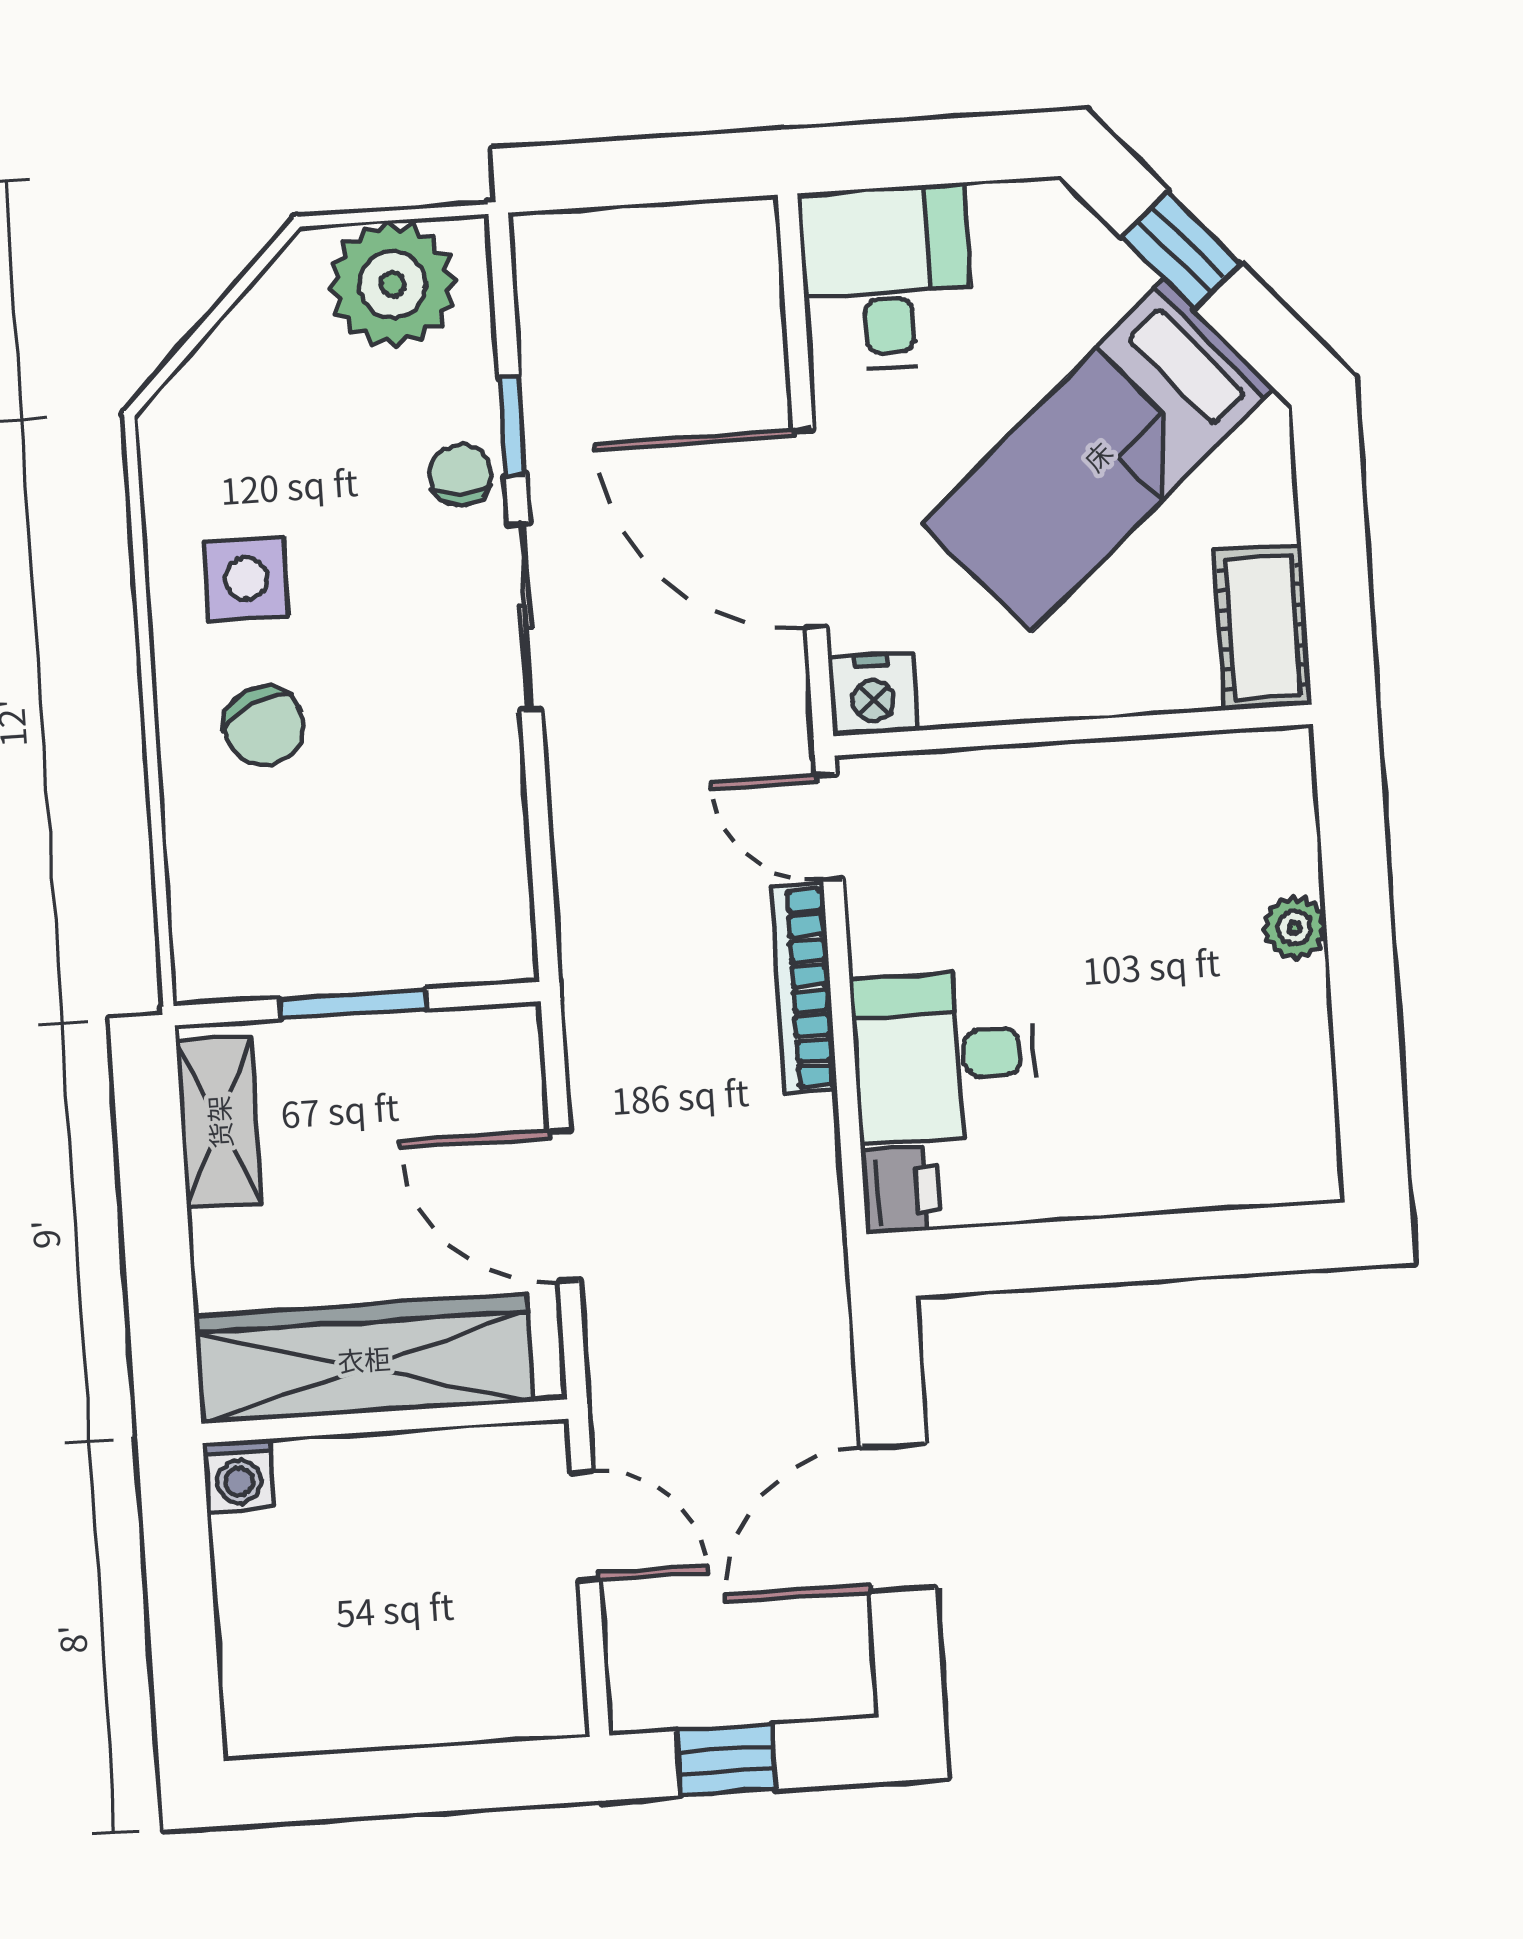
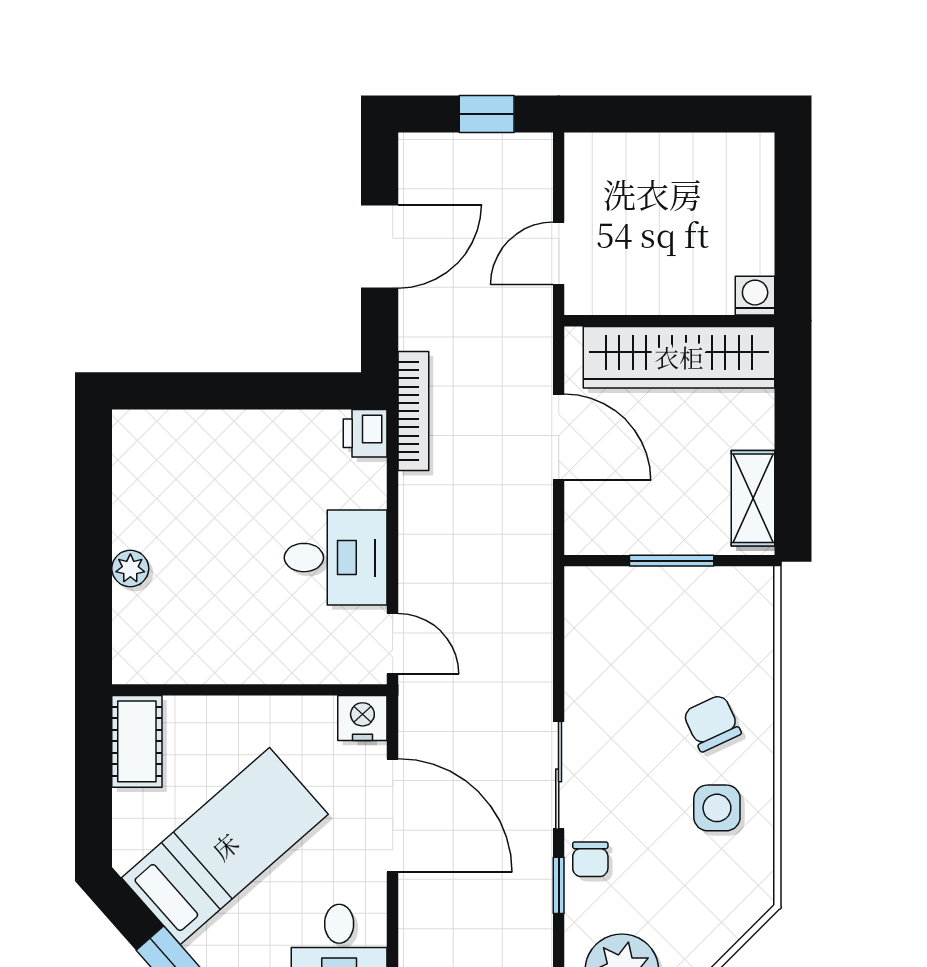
bookcase: (804, 988) -> (413, 411), moved
desk: (944, 1056) -> (336, 558), moved
door: (585, 1526) -> (559, 253), hinge flipped

